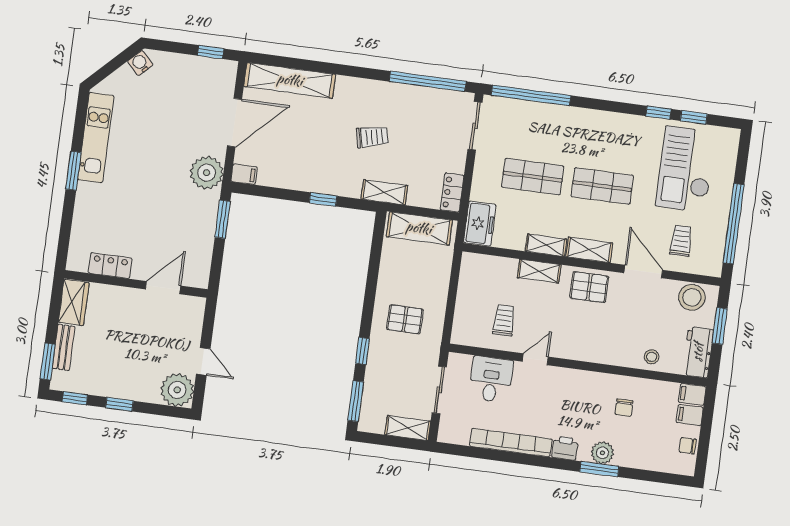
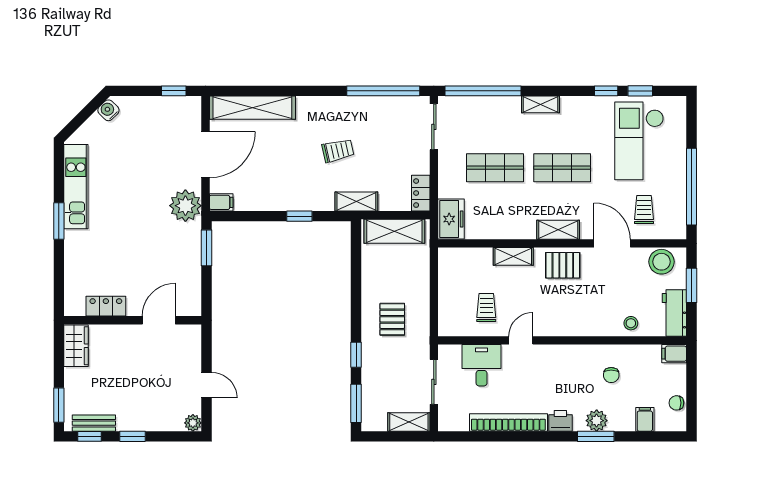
shelving: (546, 245) -> (540, 104), moved
pallet: (405, 319) -> (392, 319), turned 90
bench: (64, 347) -> (94, 423), moved, turned 90
plant: (177, 390) -> (193, 423), width x0.53, depth x0.53
filing cabinet: (690, 415) -> (645, 419), moved, turned 90

